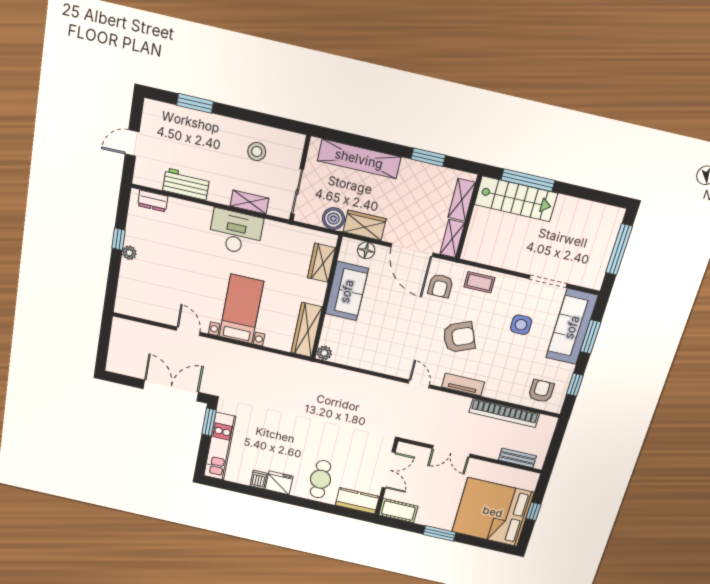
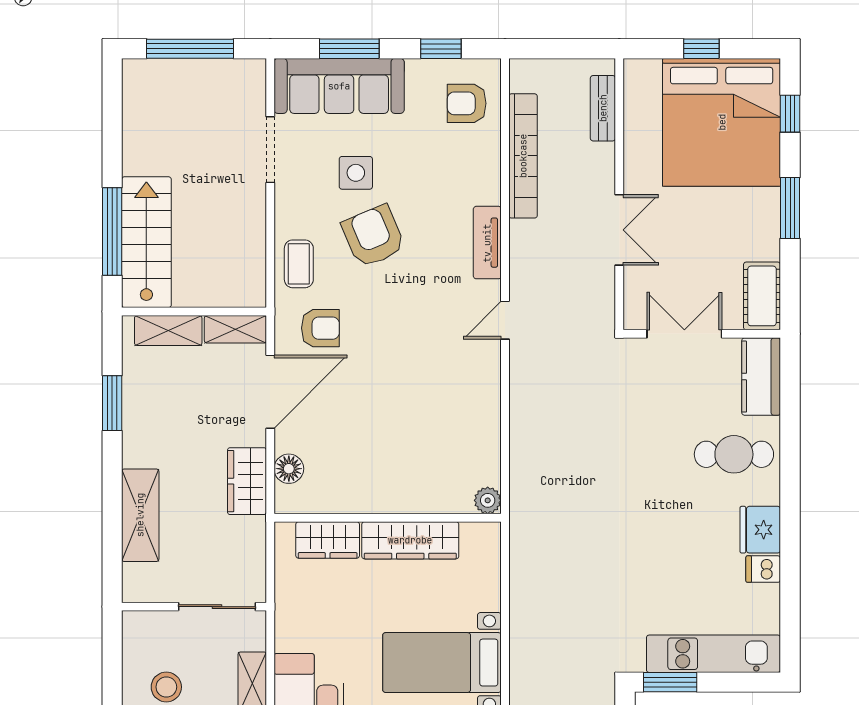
shelving: (359, 159) -> (140, 515), width x0.68
boiler: (333, 219) -> (248, 536), removed
sofa: (347, 291) -> (367, 486), removed
wardrobe: (307, 330) -> (410, 540), moved
armchair: (459, 337) -> (373, 236), moved
window: (487, 544) -> (790, 114), added

